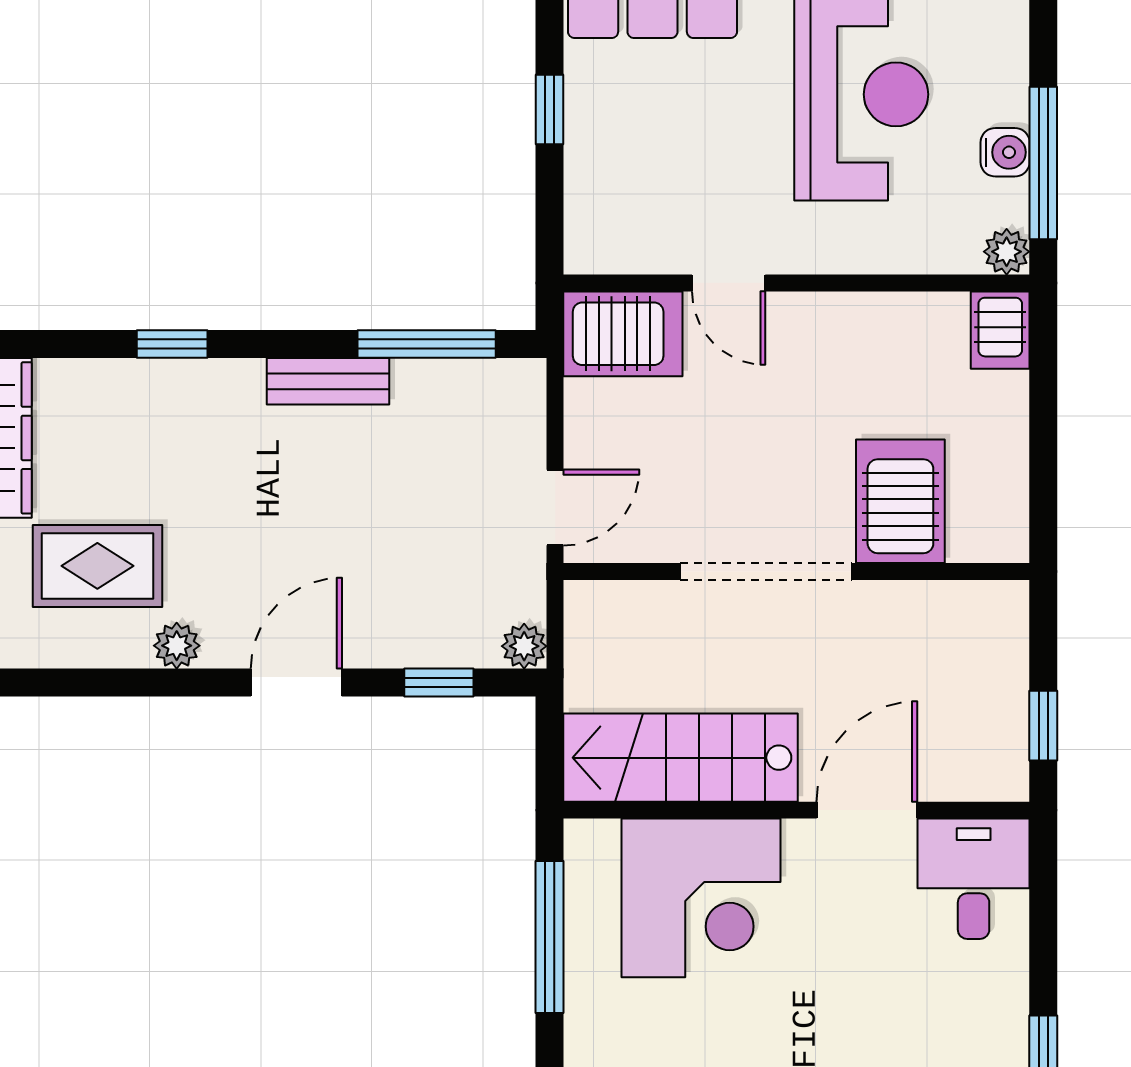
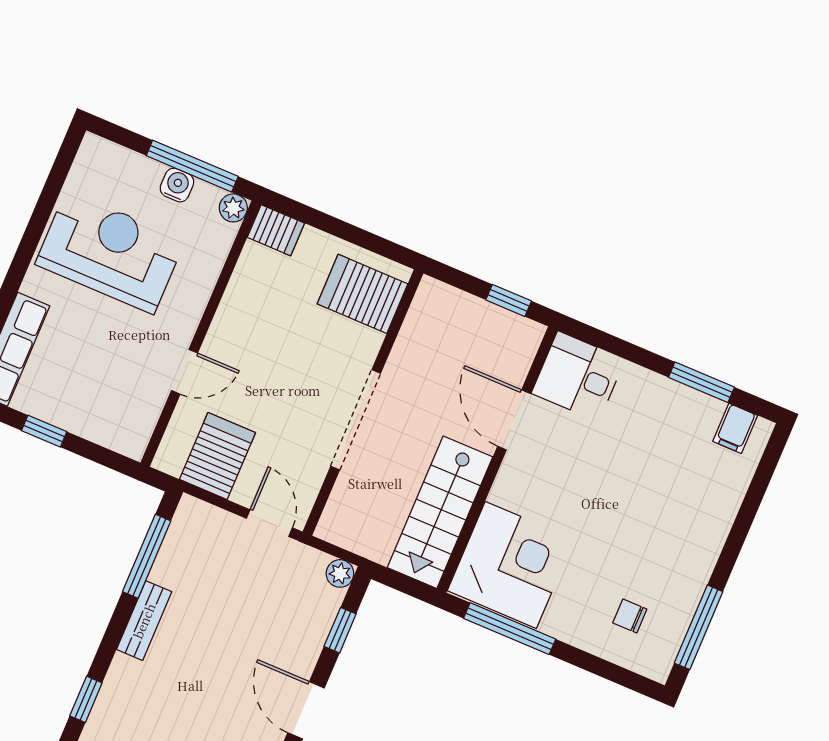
server rack: (623, 334) -> (218, 456), moved
server rack: (900, 501) -> (362, 294), moved
corner desk: (701, 898) -> (511, 565), moved

